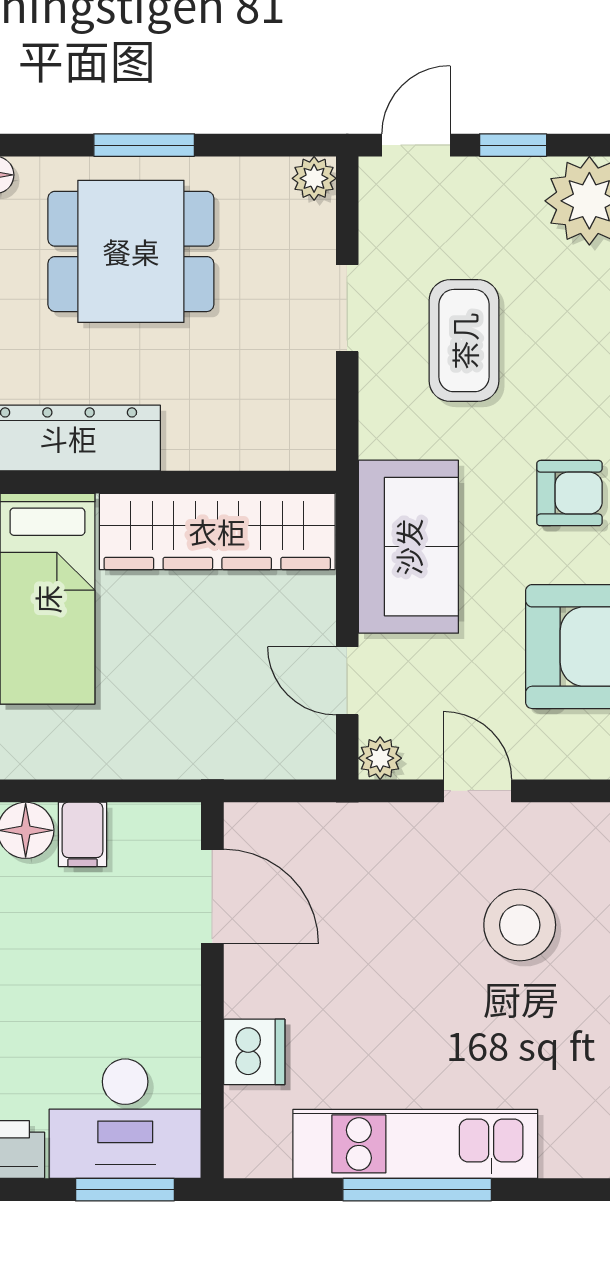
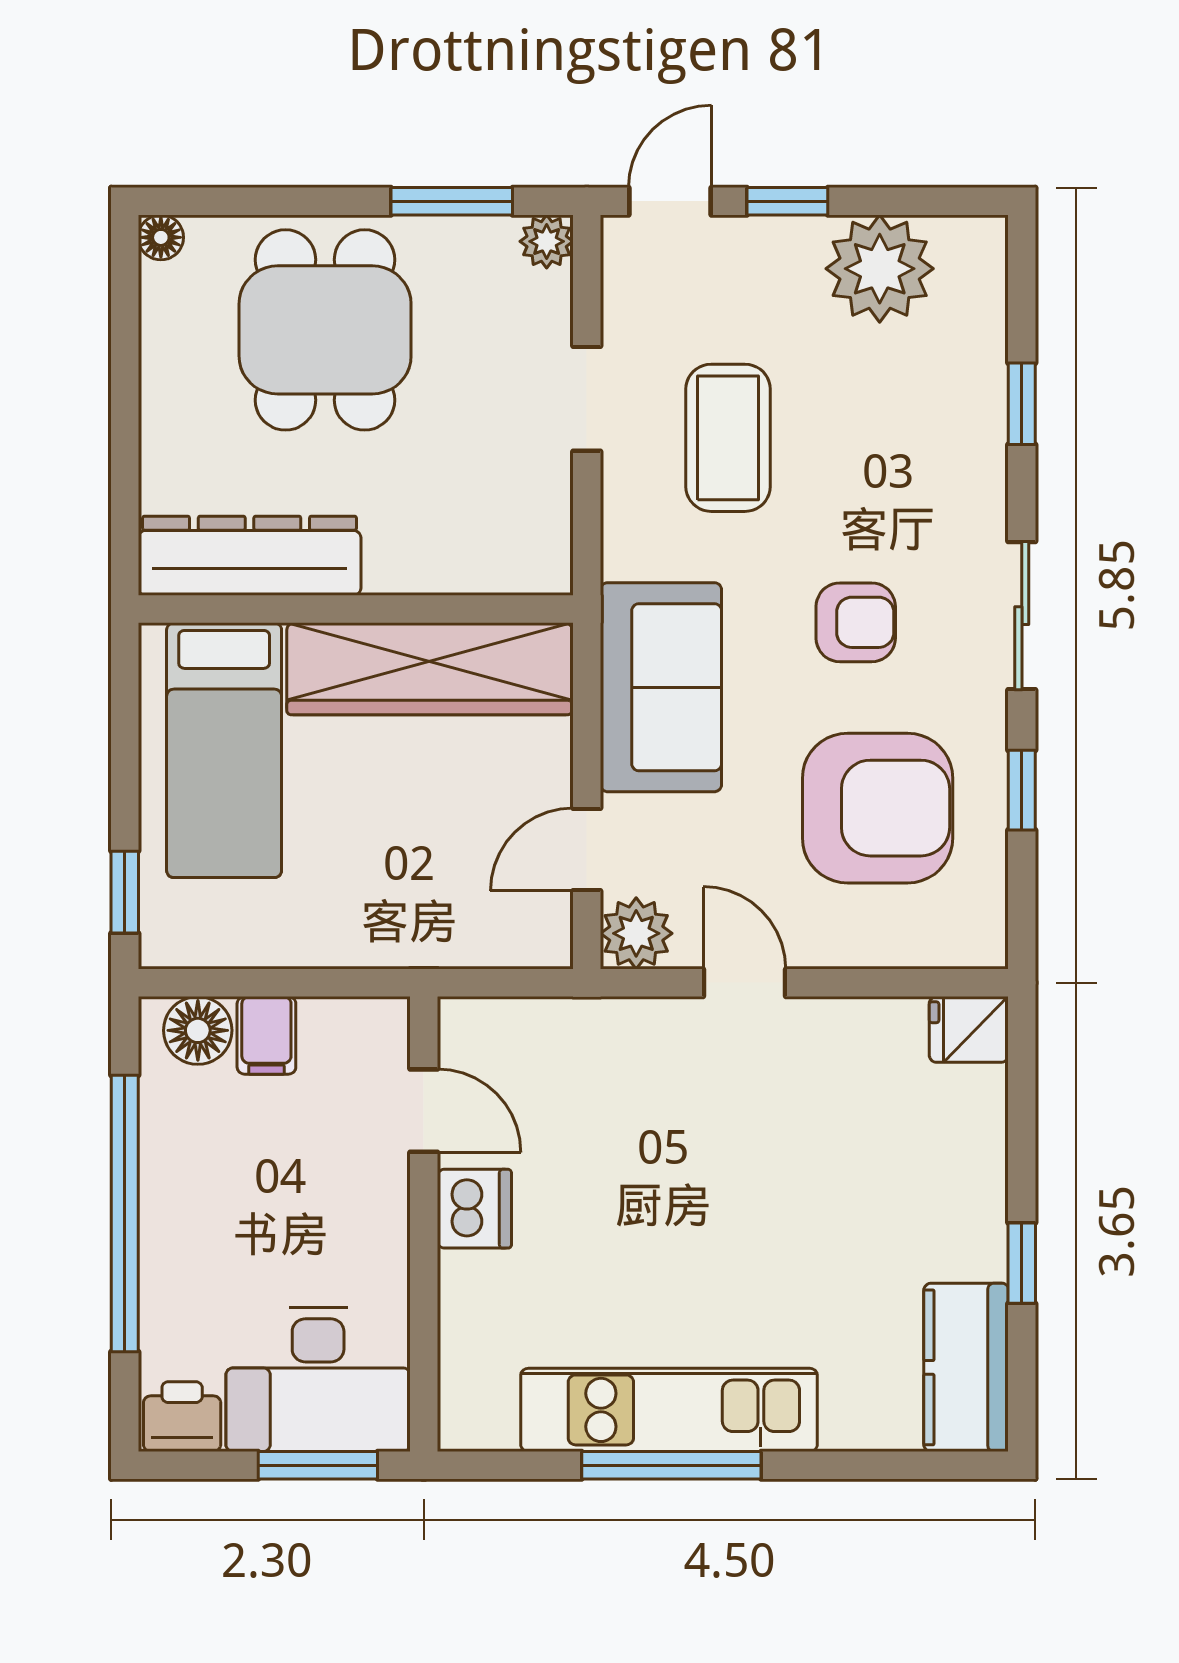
window: (144, 145) -> (452, 201), moved
dining table: (131, 251) -> (325, 330), turned 90
door: (347, 681) -> (587, 849), hinge flipped
plant: (380, 758) -> (636, 933), width x1.38, depth x1.38
door: (212, 897) -> (424, 1111), width x0.73
stool: (520, 925) -> (795, 1145), removed
dishwasher: (254, 1052) -> (474, 1209), moved

